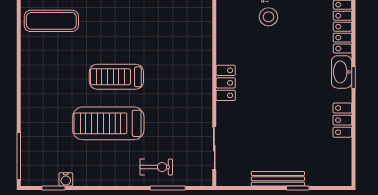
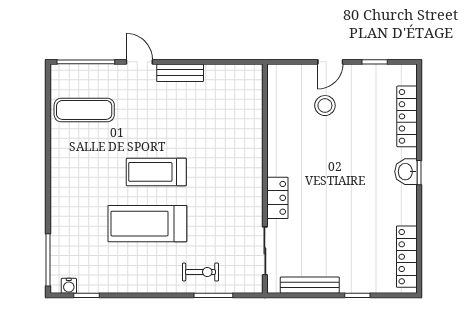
washbasin: (342, 72) -> (406, 172), width x0.72
locker: (226, 83) -> (277, 198), moved
locker: (342, 120) -> (407, 257), moved, width x1.53
water cooler: (66, 179) -> (69, 286), moved
bench: (278, 179) -> (310, 285), moved

